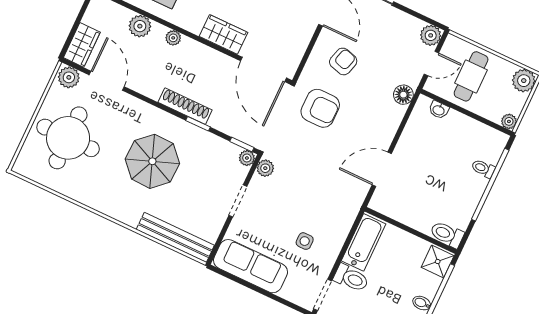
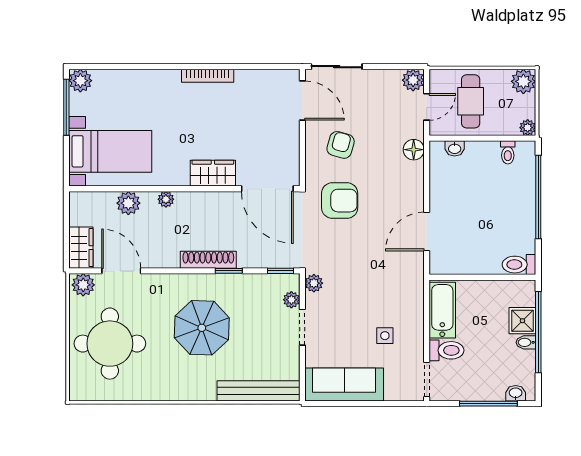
plant: (247, 158) -> (291, 300), moved
toilet: (483, 168) -> (508, 152), moved, turned -90
shower: (438, 261) -> (522, 321), moved

